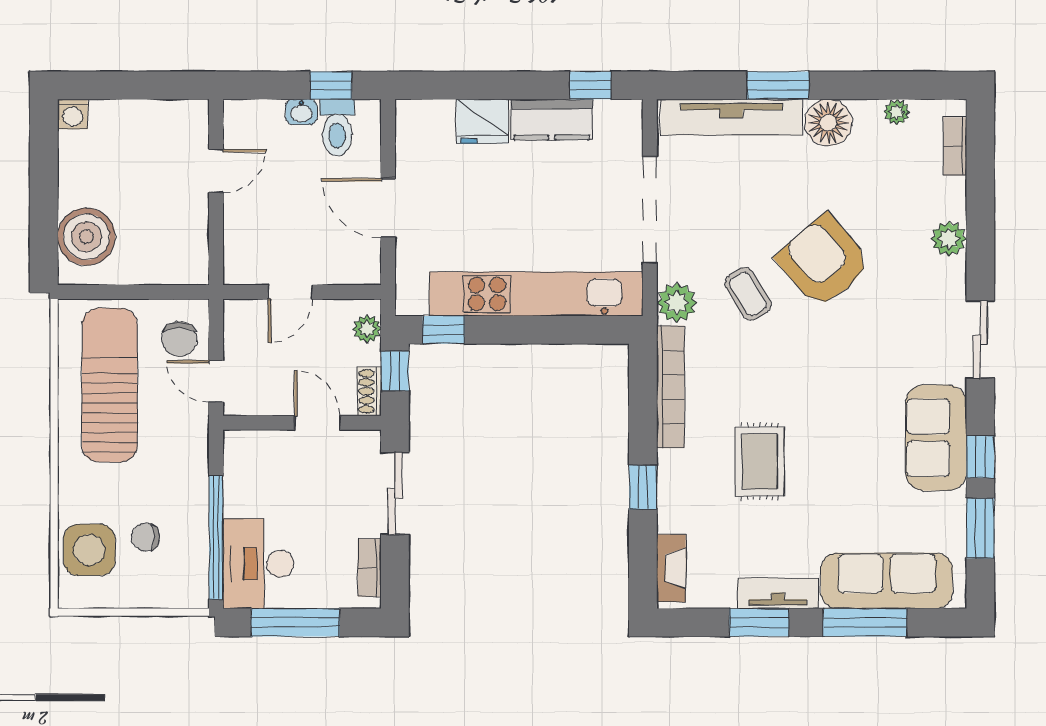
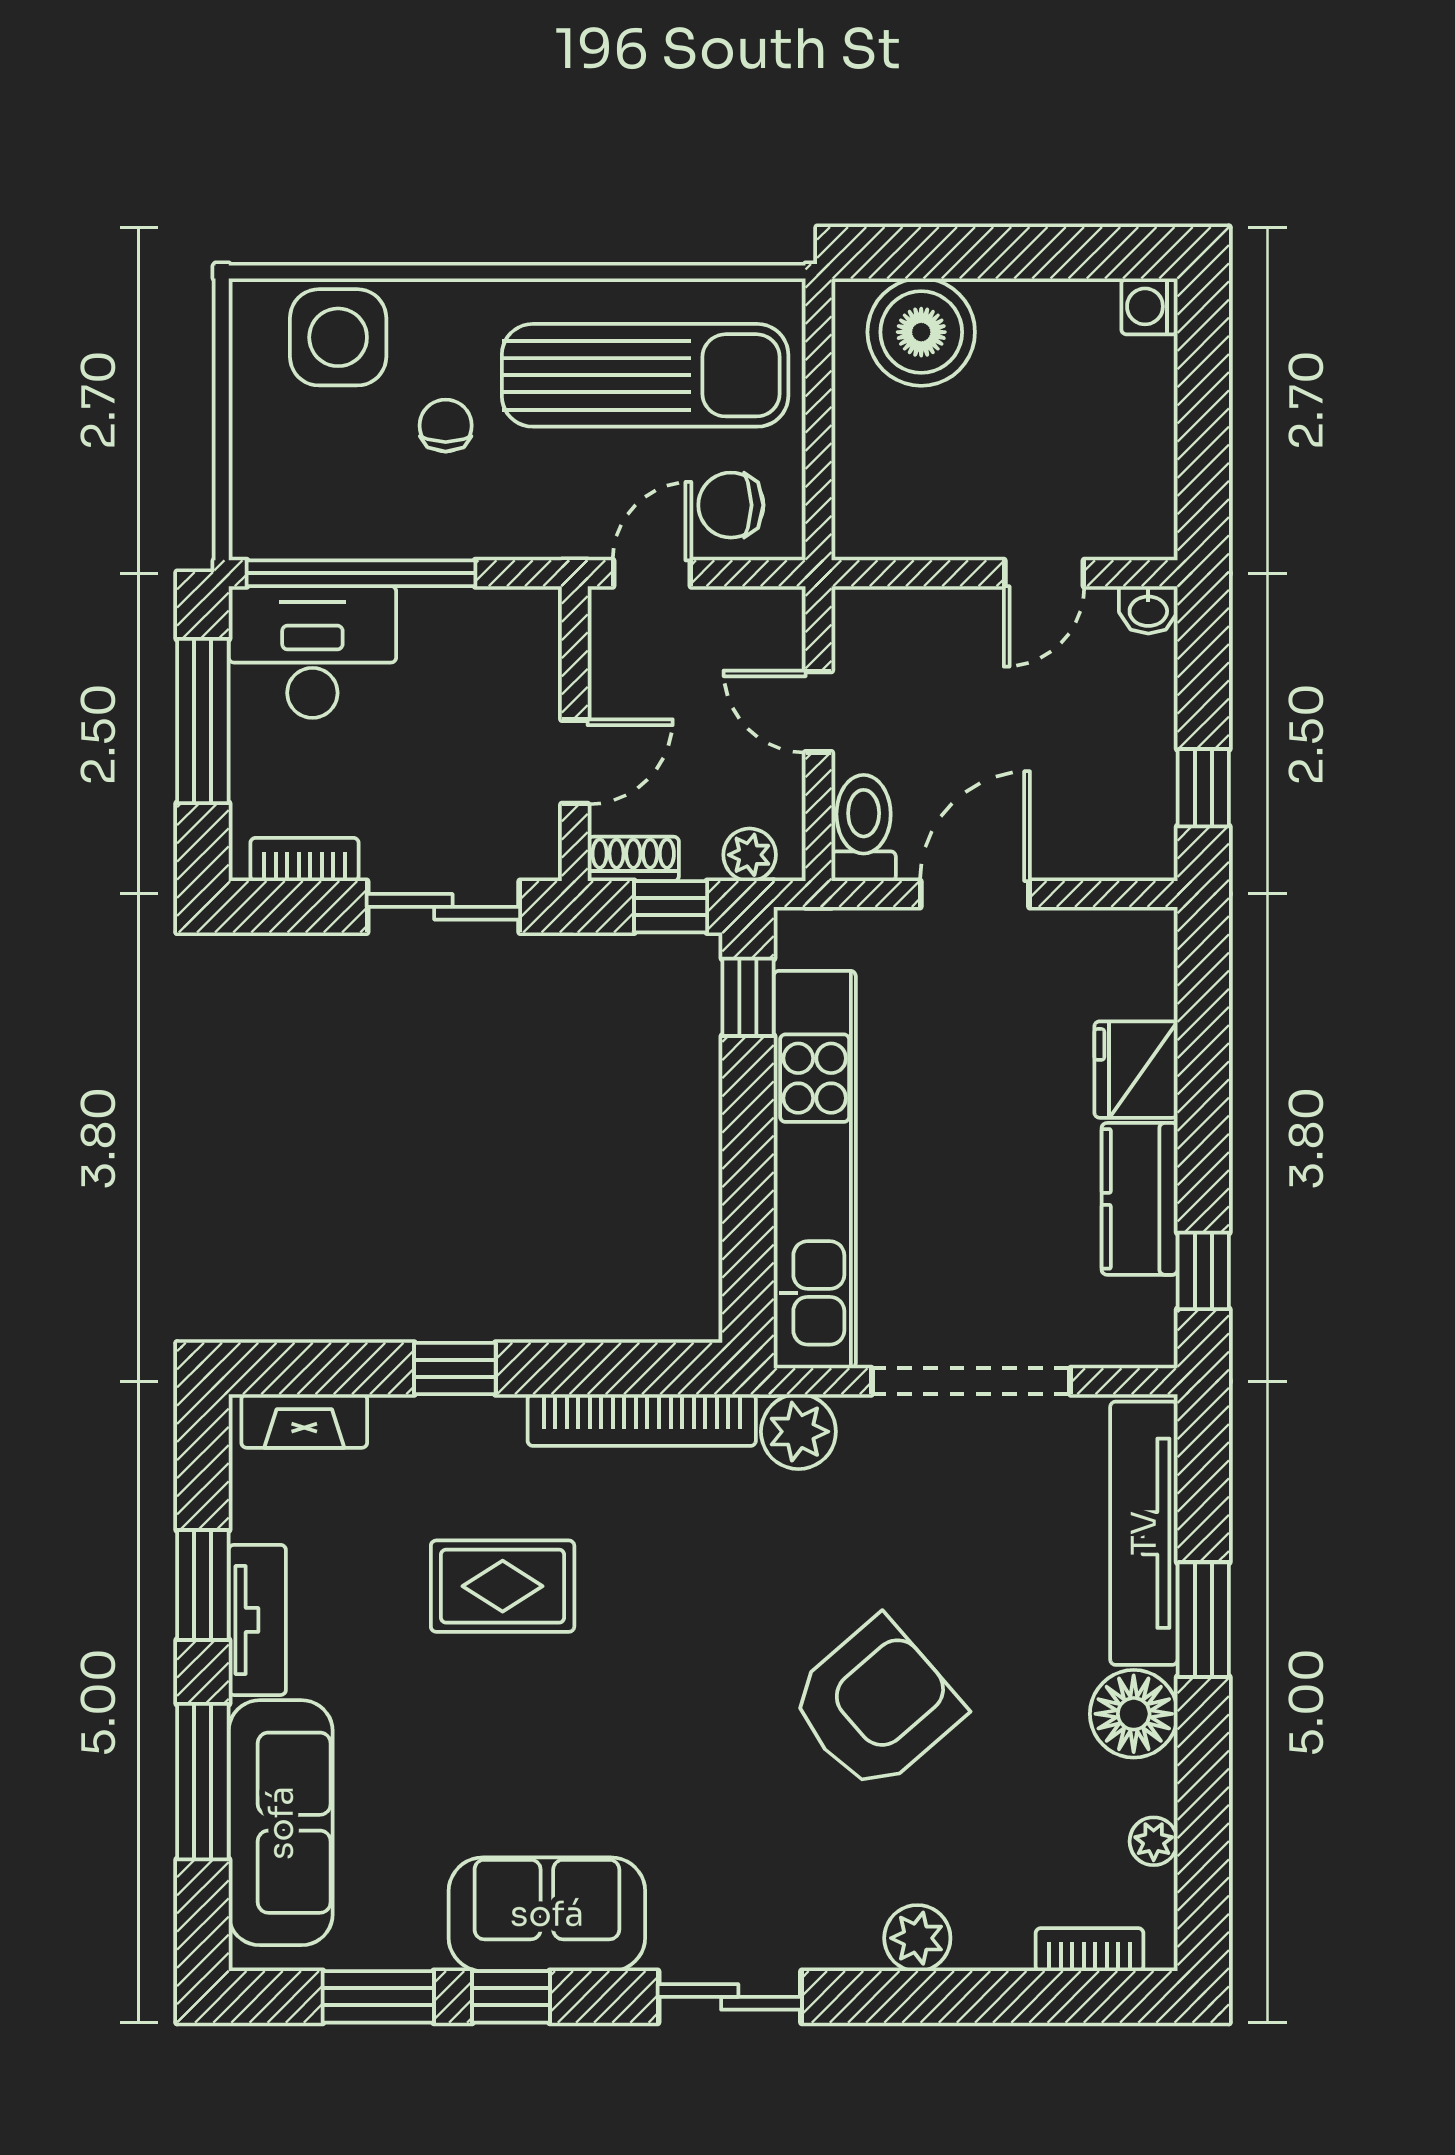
washbasin: (301, 112) -> (1148, 610), moved, turned -90
toilet: (337, 128) -> (864, 828), moved, turned 90
door: (216, 171) -> (1044, 573), hinge flipped
coffee table: (748, 294) -> (815, 1564), removed
chair: (146, 537) -> (446, 426), moved

